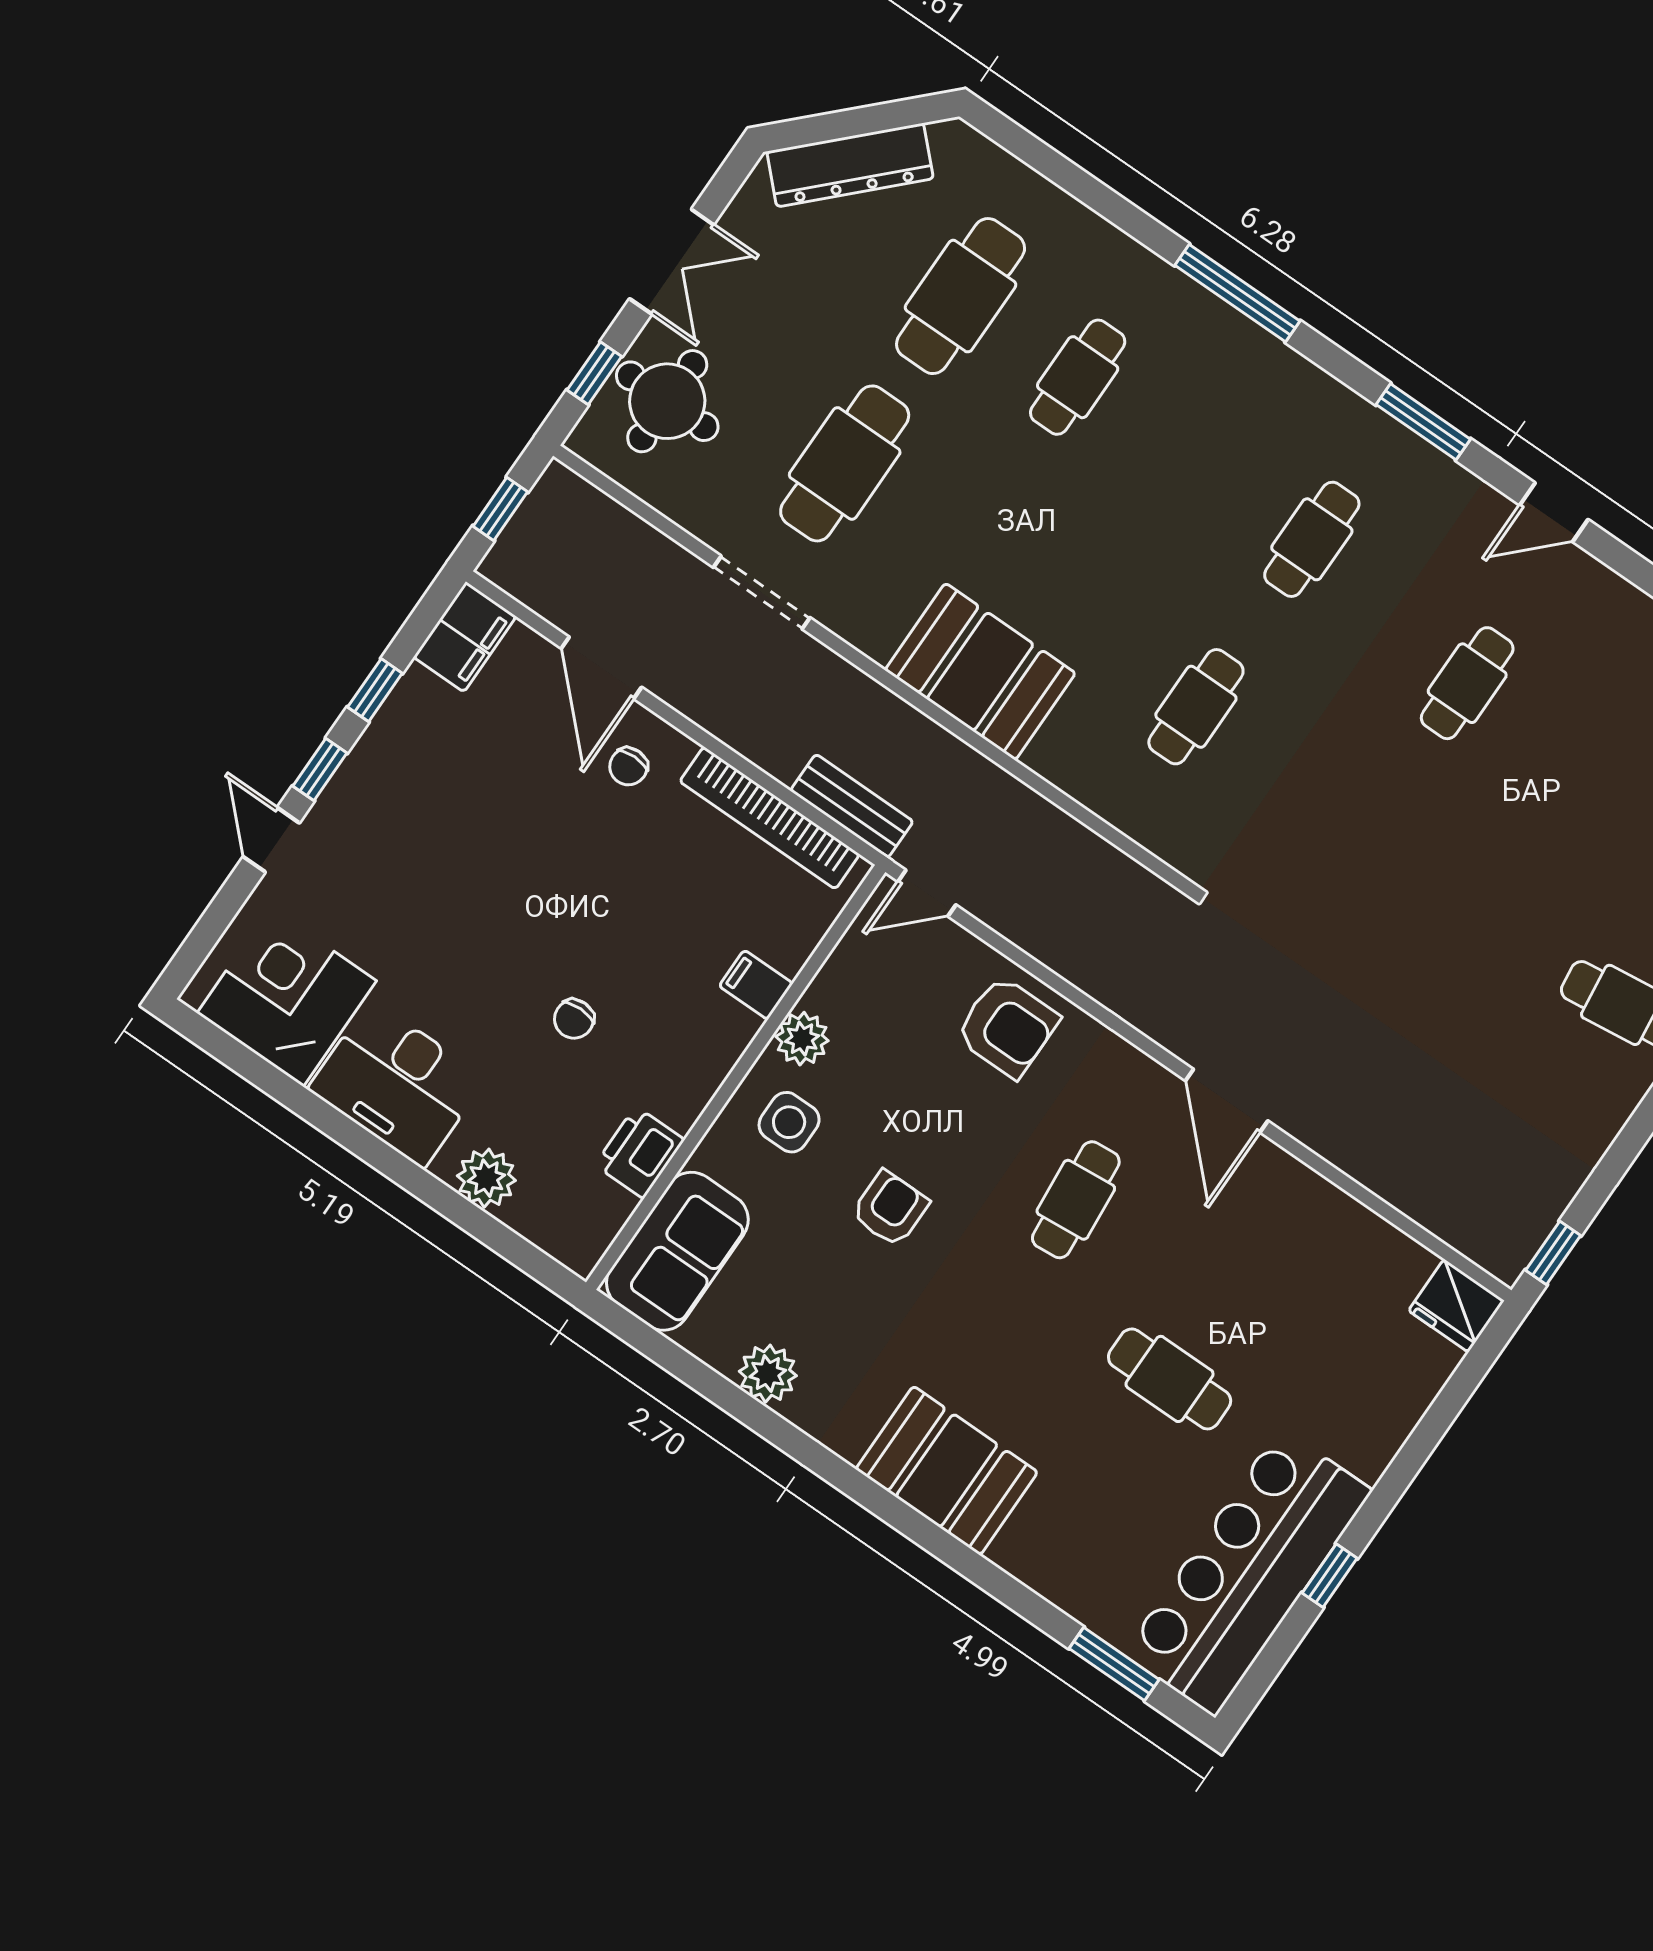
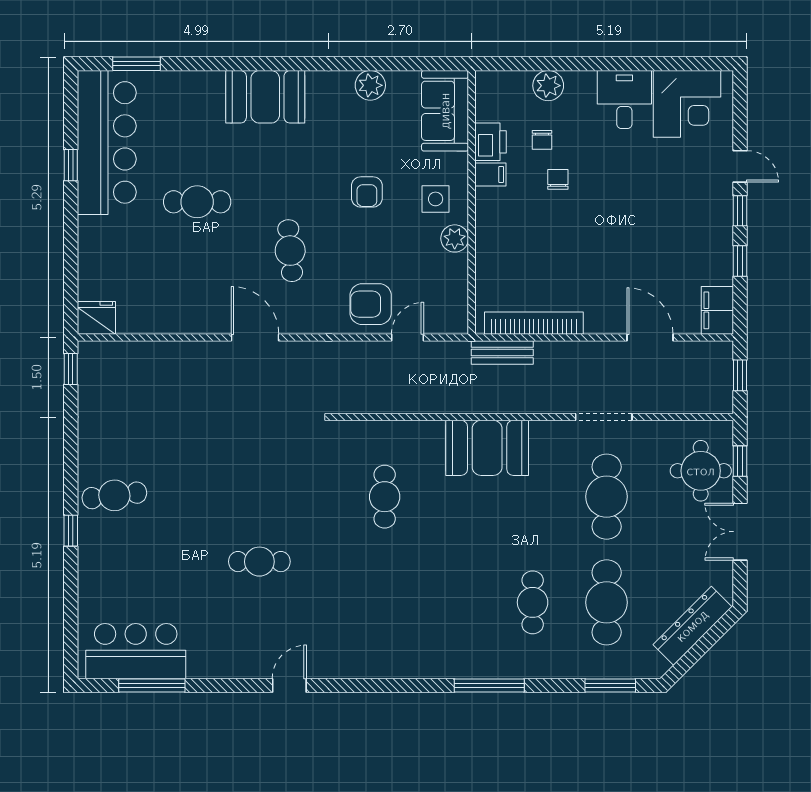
window: (1423, 422) -> (610, 685), moved
cafe table: (1312, 539) -> (385, 602), removed
cafe table: (1467, 683) -> (259, 562), moved, turned 90
chair: (628, 766) -> (542, 140), moved, turned 180
door: (927, 893) -> (408, 337), moved
filing cabinet: (756, 985) -> (490, 174), moved
desk: (397, 1084) -> (624, 99), width x0.73

